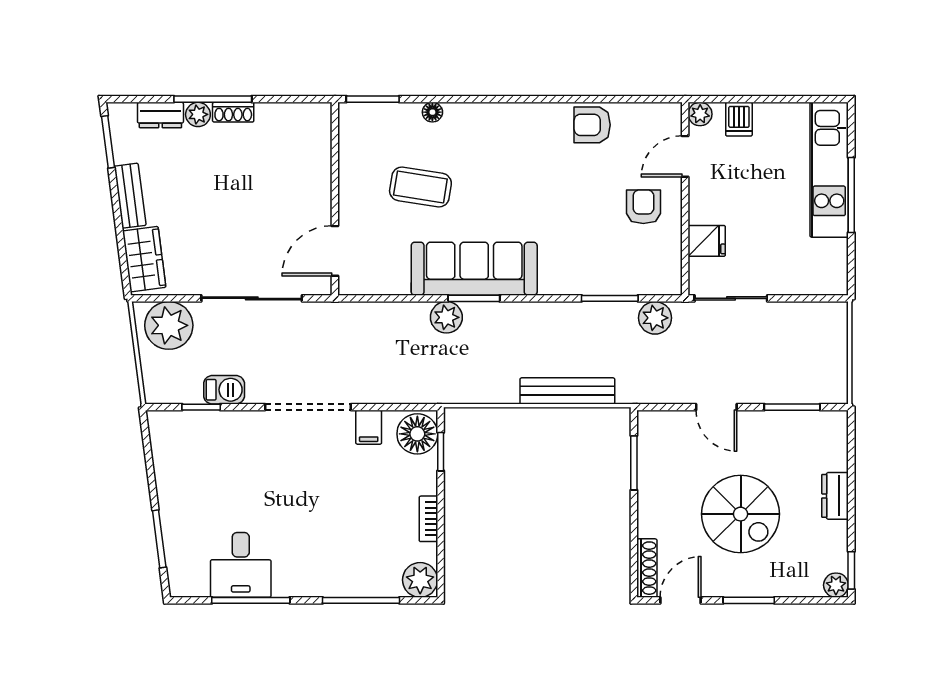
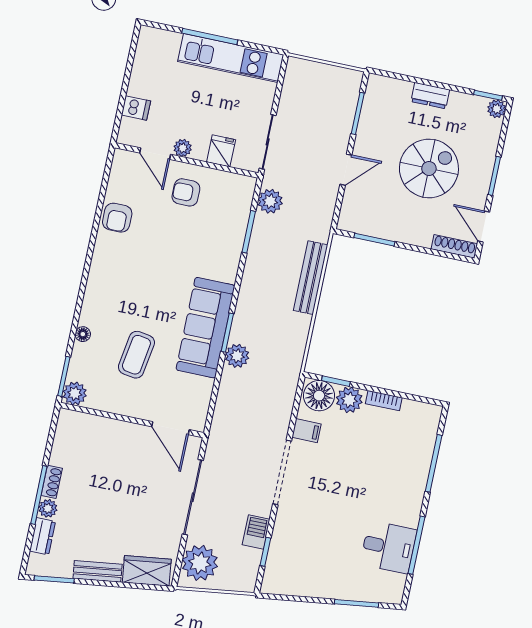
plant: (700, 114) -> (183, 148), moved
plant: (354, 118) -> (75, 393), added
kitchen unit: (829, 170) -> (231, 58), moved
plant: (420, 580) -> (349, 400), moved

